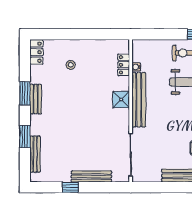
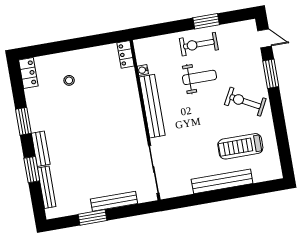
locker: (124, 65) -> (126, 54), moved
bench: (36, 99) -> (41, 149), moved
shower: (121, 100) -> (132, 109), removed
window: (70, 187) -> (92, 217), width x1.50

